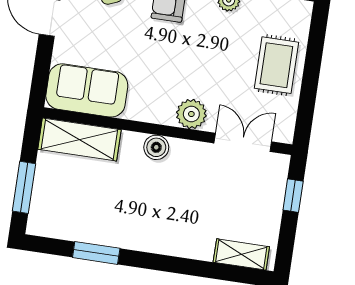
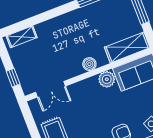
plant: (191, 114) -> (107, 79), moved

